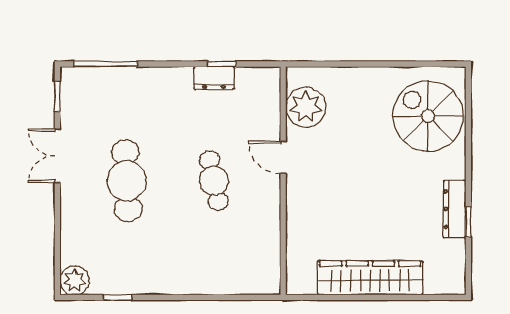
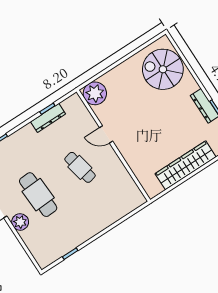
dresser: (214, 78) -> (48, 118), width x1.44
plant: (306, 107) -> (95, 93), moved
plant: (75, 280) -> (20, 222), moved

